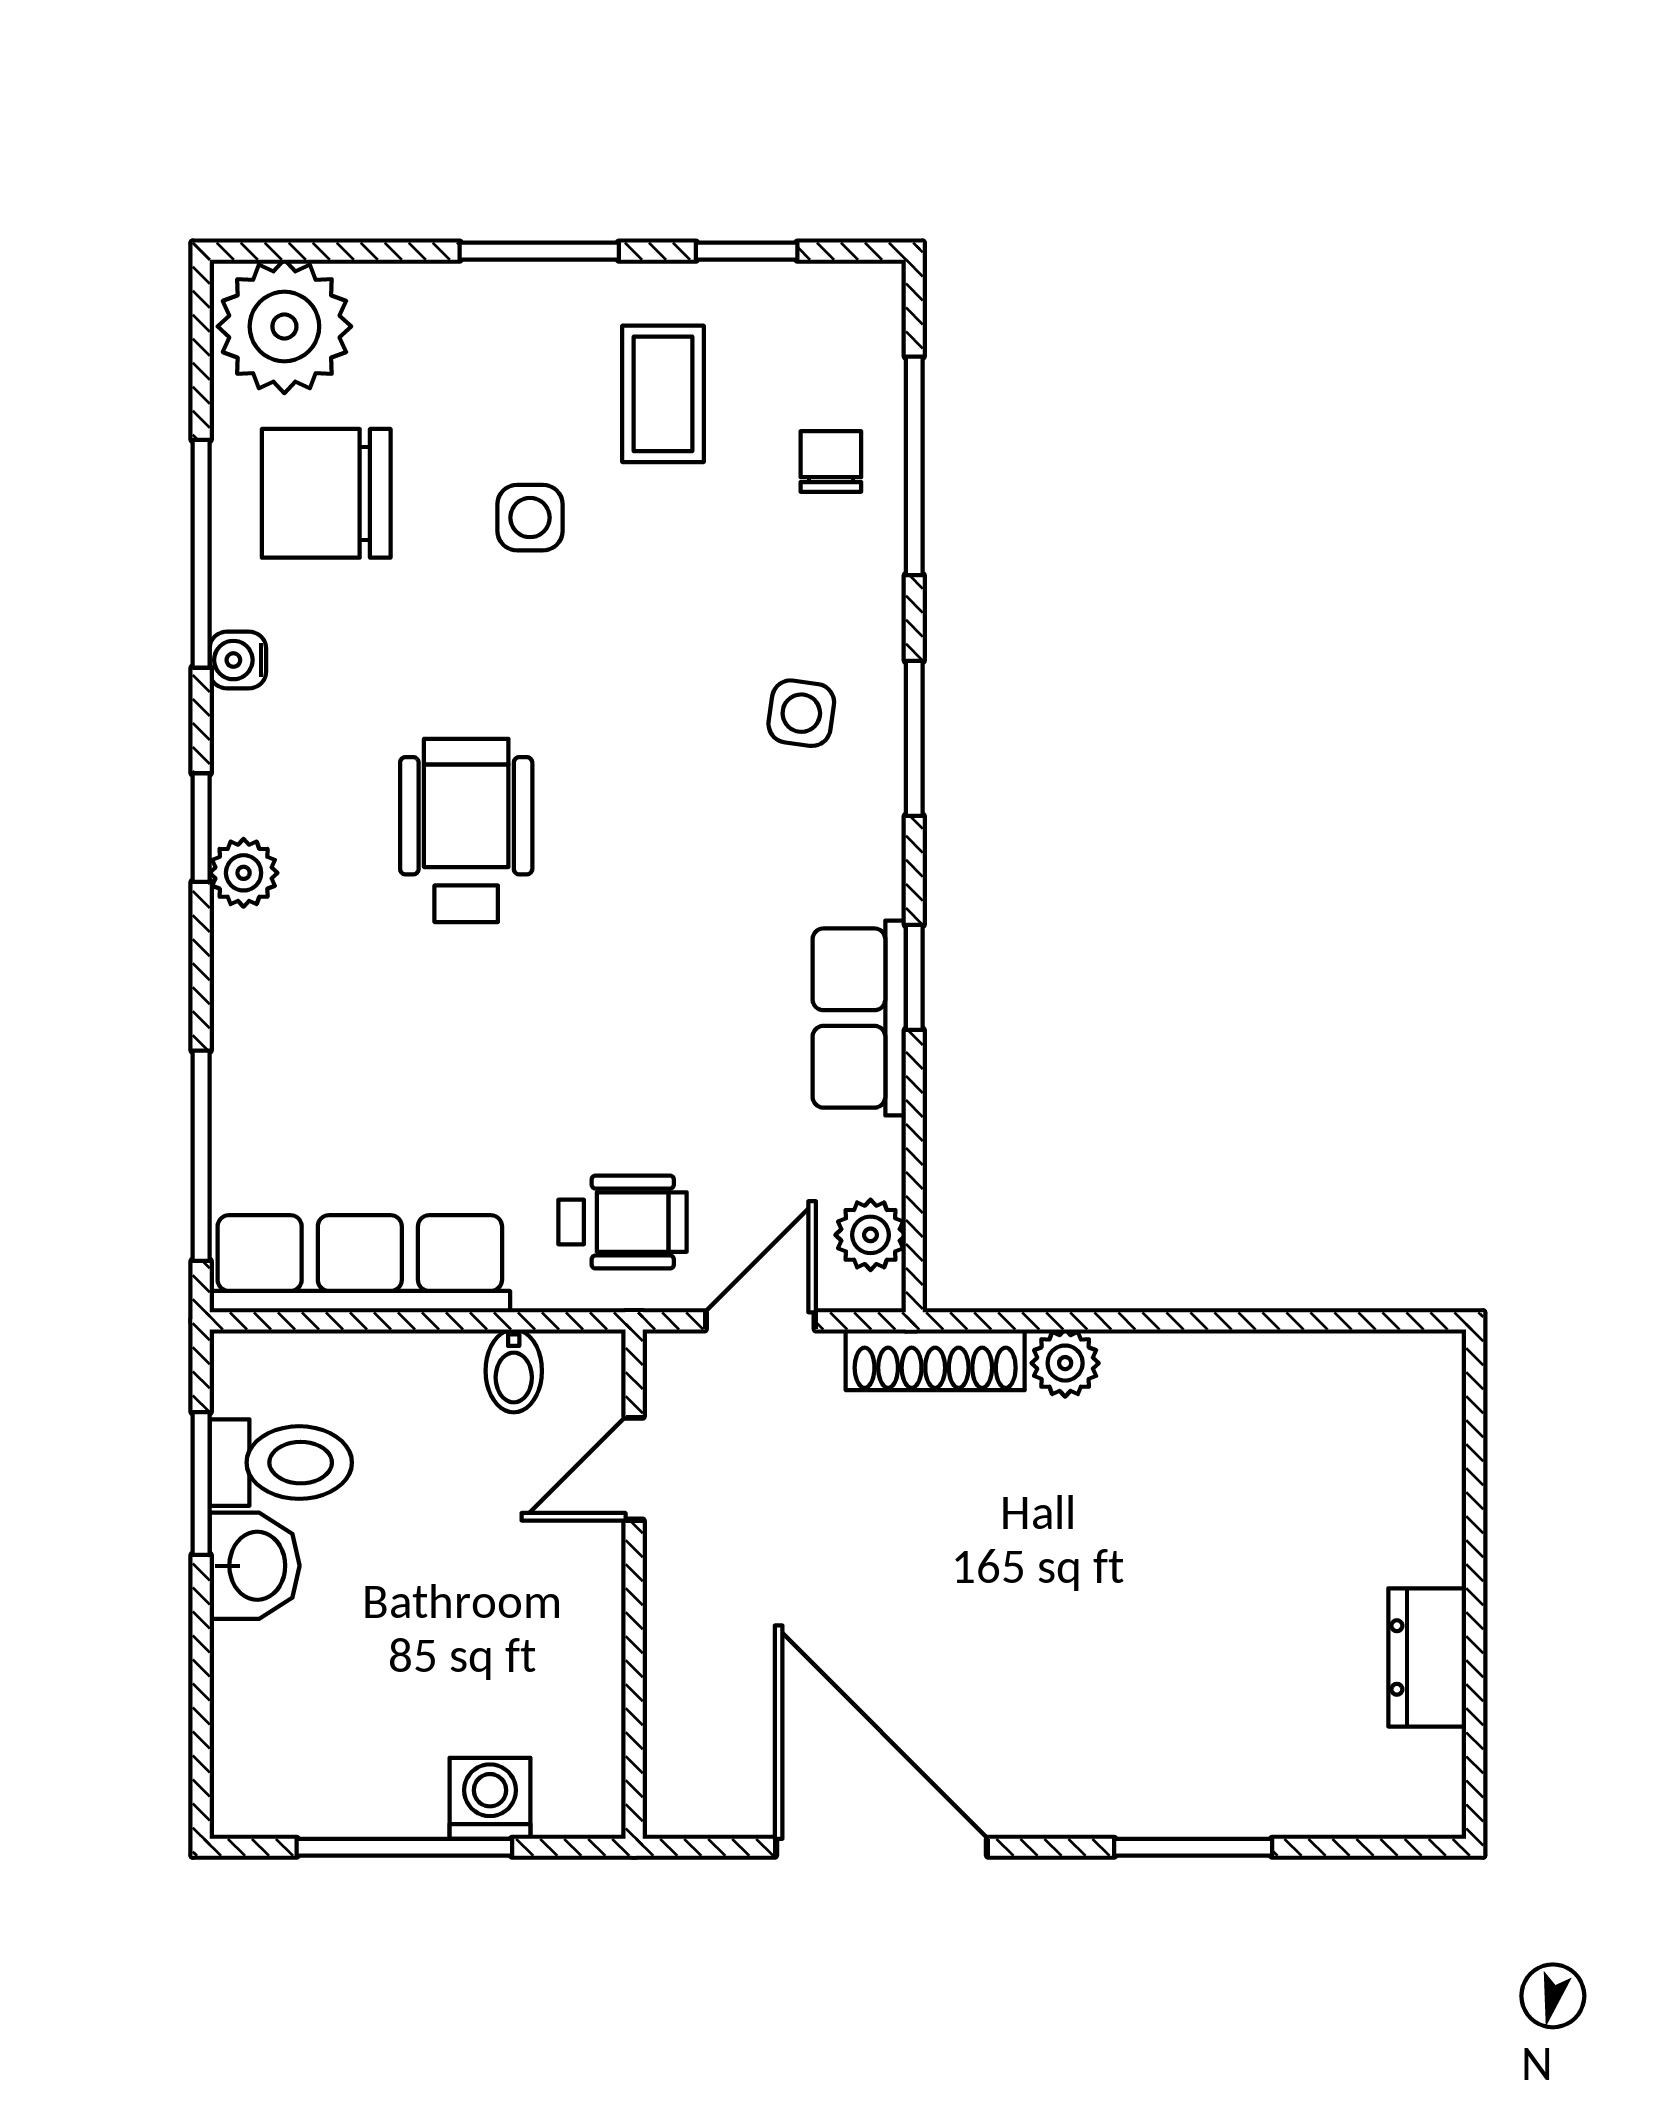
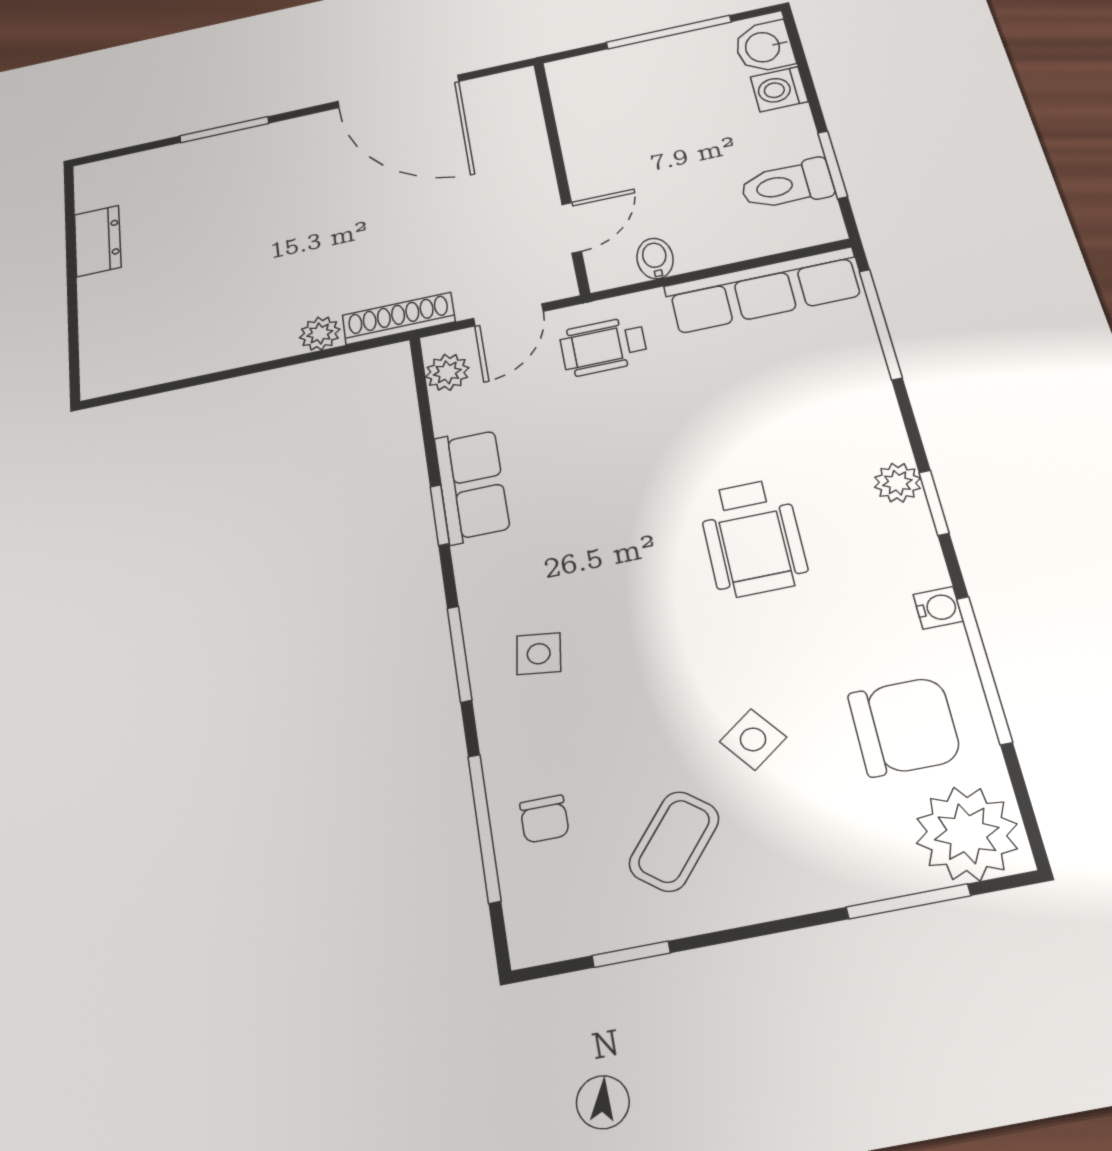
window: (539, 251) -> (908, 901), moved
coffee table: (663, 394) -> (674, 841), turned 39
side table: (530, 518) -> (753, 739), turned -37
washbasin: (255, 1566) -> (764, 47), moved
washing machine: (490, 1798) -> (779, 89), moved, turned 90

